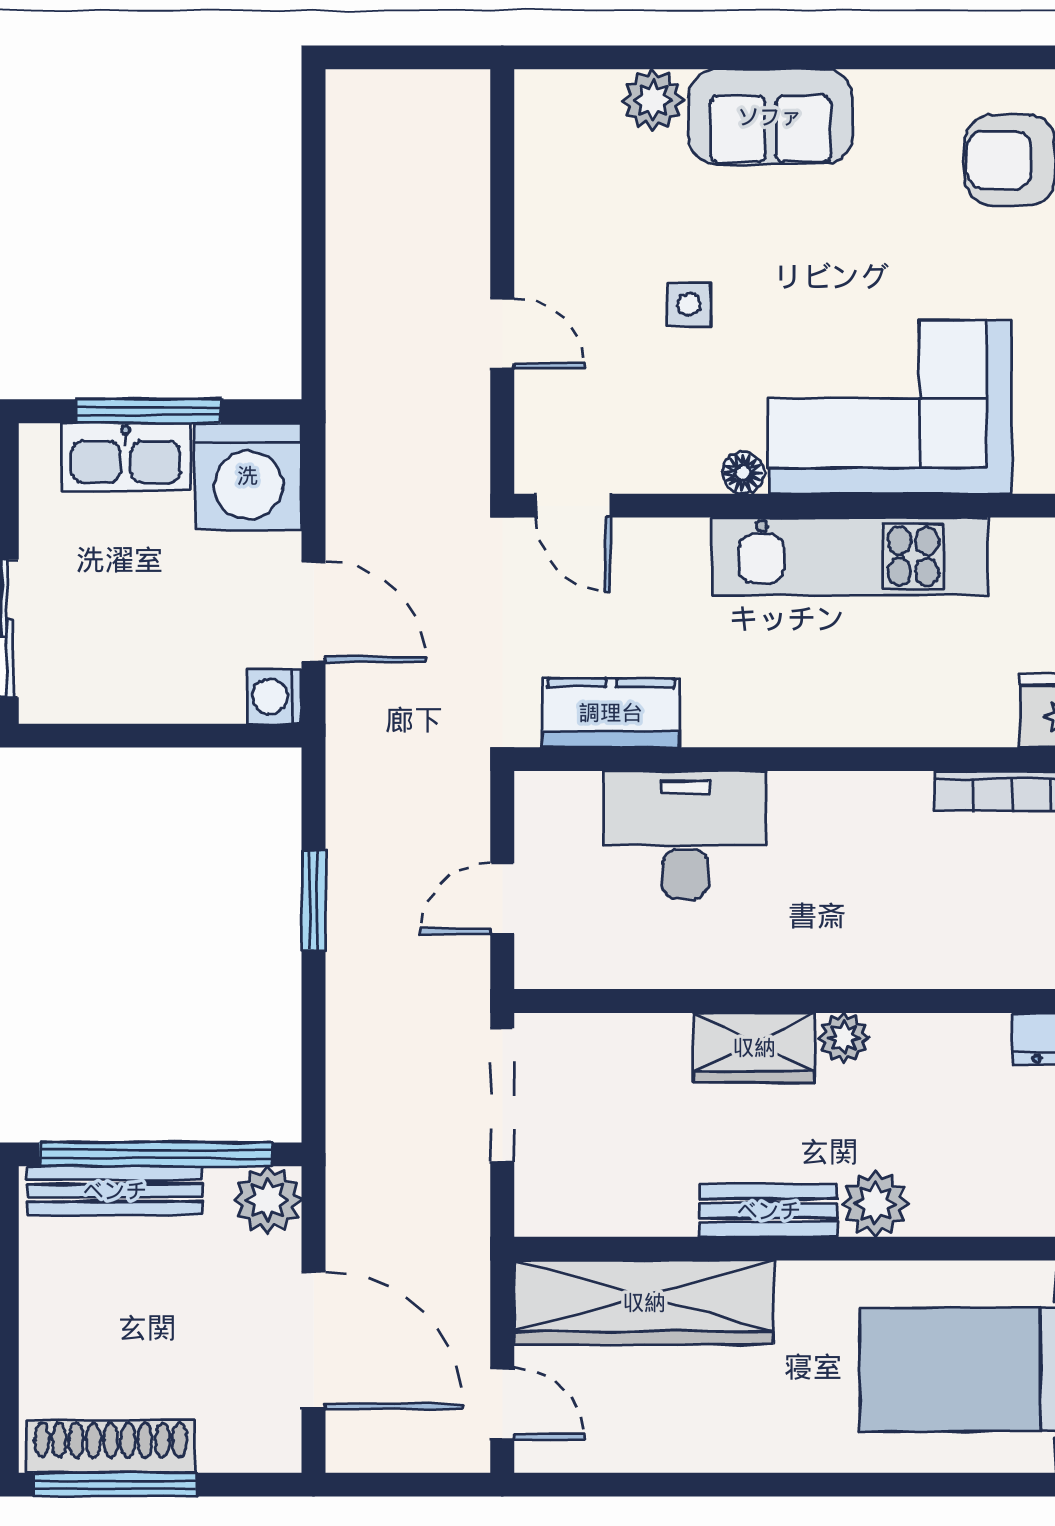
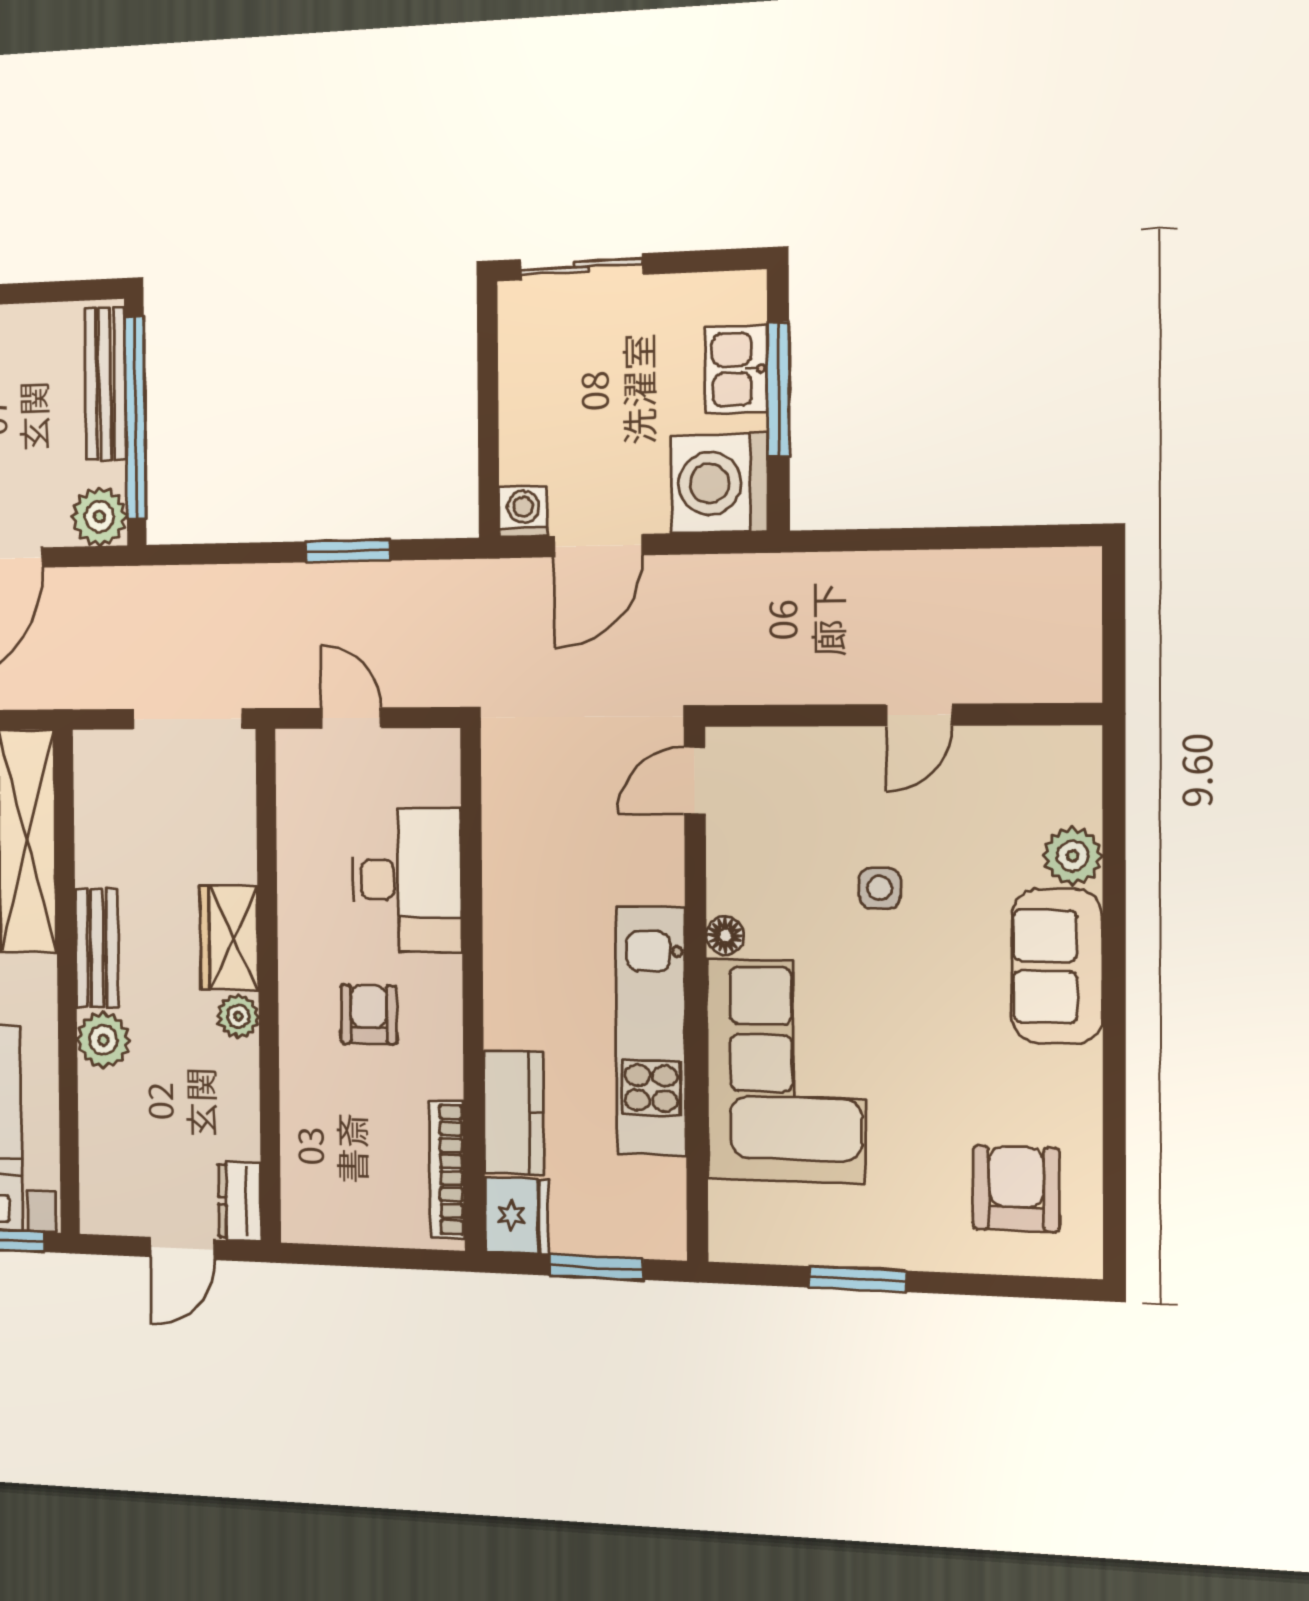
door: (502, 333) -> (919, 715), moved
kitchen sink: (126, 457) -> (736, 369), width x0.73
kitchen counter: (611, 713) -> (514, 1113), moved
armchair: (839, 881) -> (369, 1014), added

